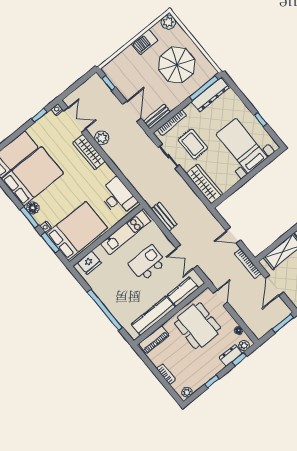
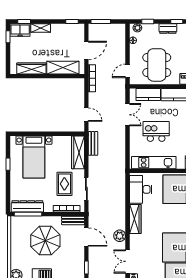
parasol: (177, 65) -> (45, 241), moved
door: (132, 111) -> (86, 237), swing flipped
wardrobe: (89, 152) -> (135, 219), moved
bench: (164, 217) -> (93, 143), moved
door: (233, 235) -> (86, 115), moved
kitchen island: (147, 263) -> (156, 131), turned 180
dresser: (231, 355) -> (168, 28), moved

